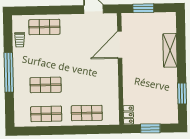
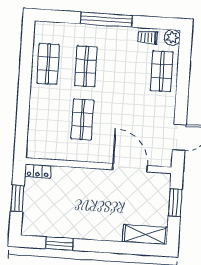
plant: (18, 21) -> (172, 38), added
shelving: (170, 50) -> (145, 235), moved
shop shelf: (87, 113) -> (82, 119), moved

